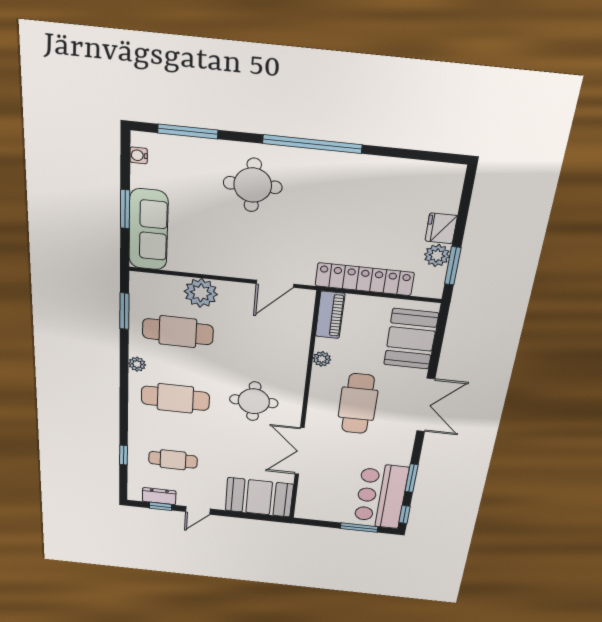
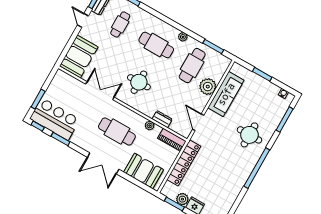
sofa: (148, 230) -> (226, 94), moved, turned -90
dresser: (300, 344) -> (162, 119), added
cafe table: (175, 398) -> (156, 45), turned 90

